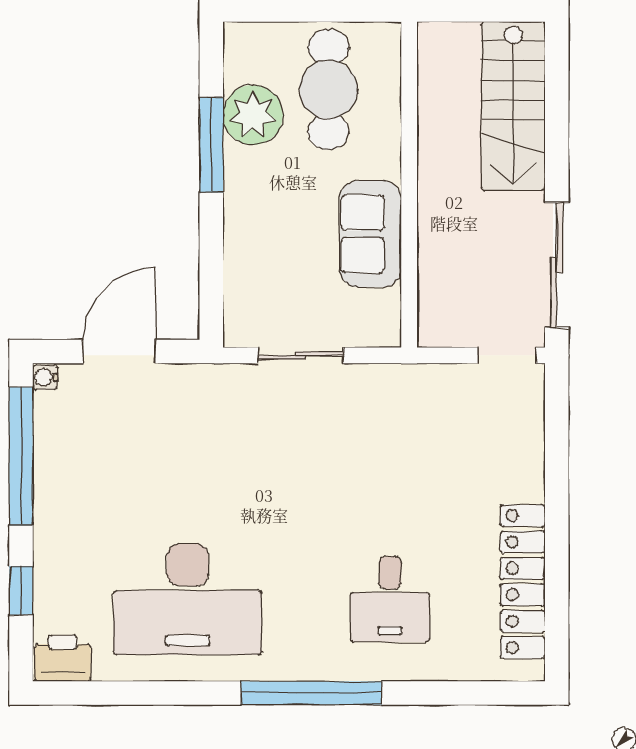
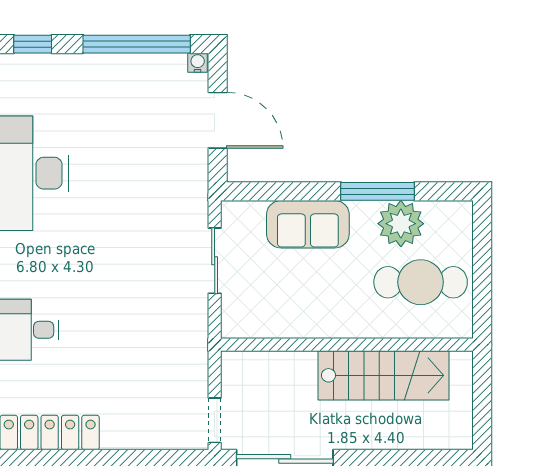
stairs: (513, 106) -> (383, 375), moved, turned 180
sofa: (371, 234) -> (308, 224), moved, turned 180

